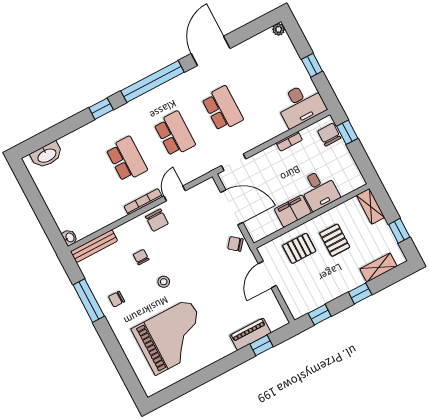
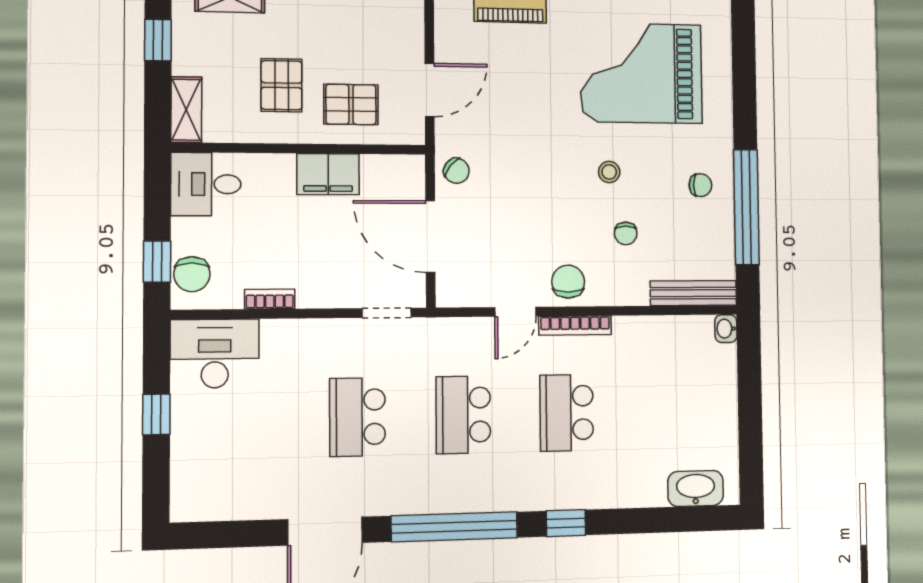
plant: (279, 29) -> (182, 510), removed
desk: (319, 190) -> (206, 184), moved, turned -90
window: (89, 301) -> (746, 207), width x1.46

